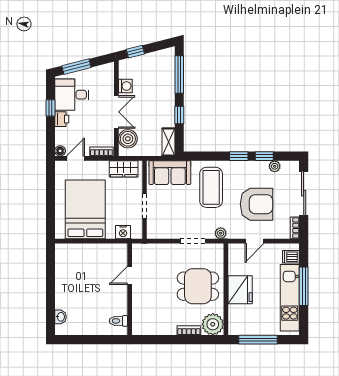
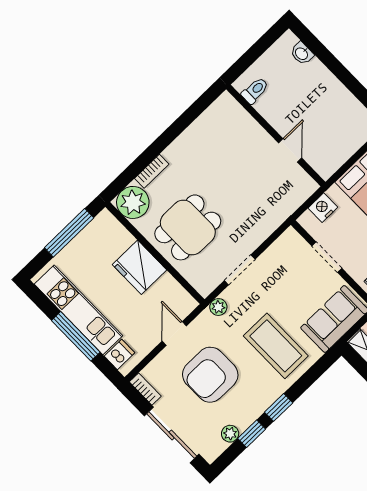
door: (130, 275) -> (290, 150), moved
wall: (130, 289) -> (276, 136), moved
toilet: (118, 321) -> (255, 91), moved

